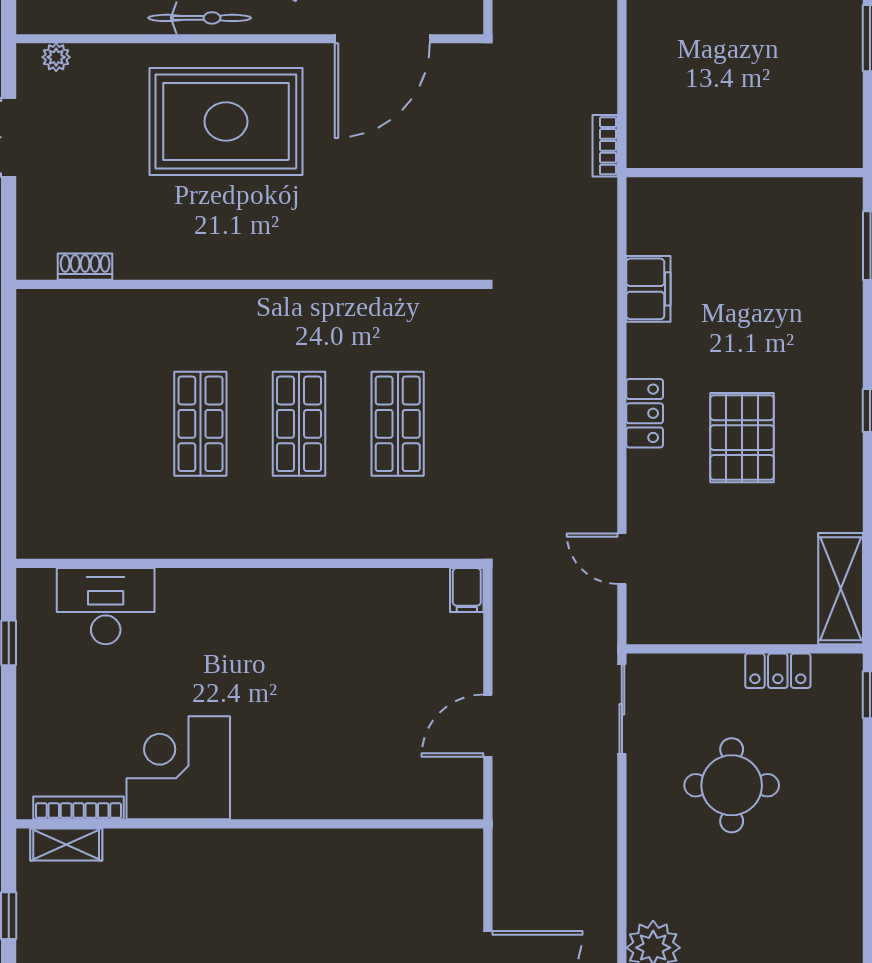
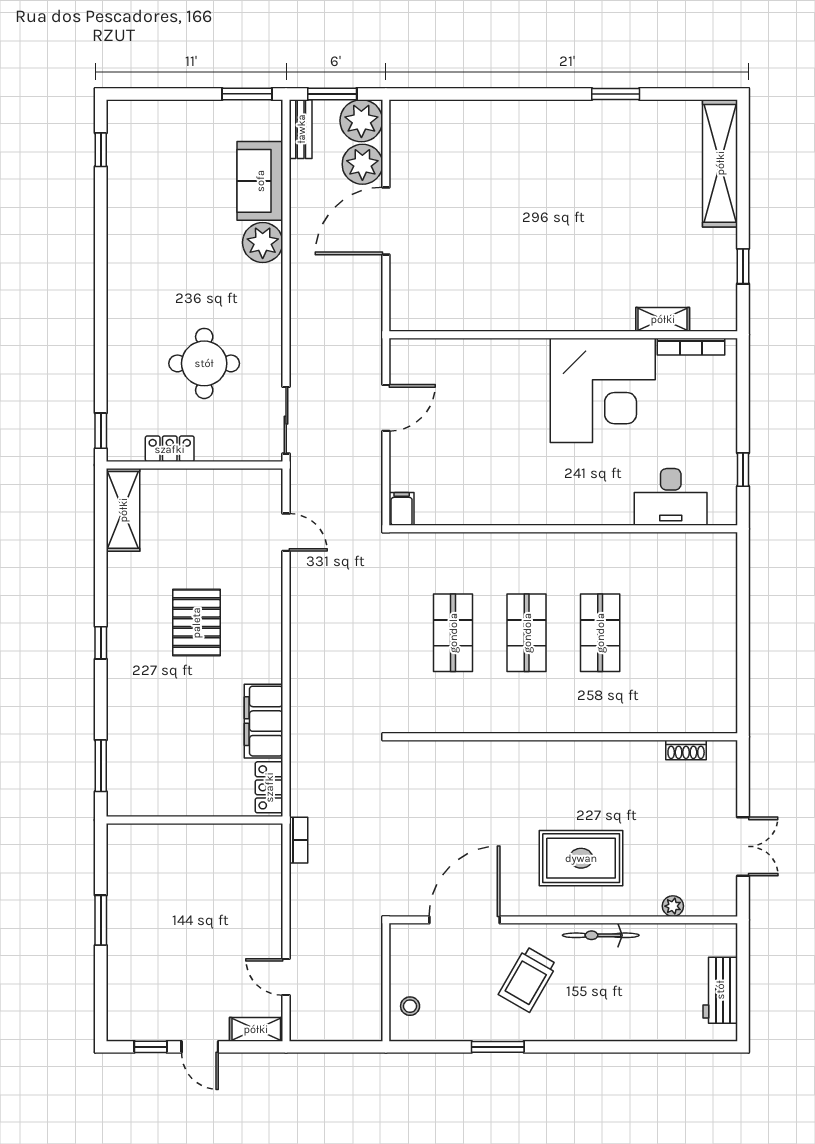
plant: (56, 57) -> (673, 906), moved
rug: (226, 121) -> (581, 858), width x0.73, depth x0.69
filing cabinet: (648, 289) -> (263, 721), width x1.50, depth x1.17
locker: (645, 413) -> (269, 787), moved
corner desk: (178, 768) -> (603, 390), width x1.36, depth x1.36
shelving: (66, 844) -> (663, 319), moved

